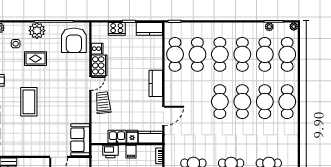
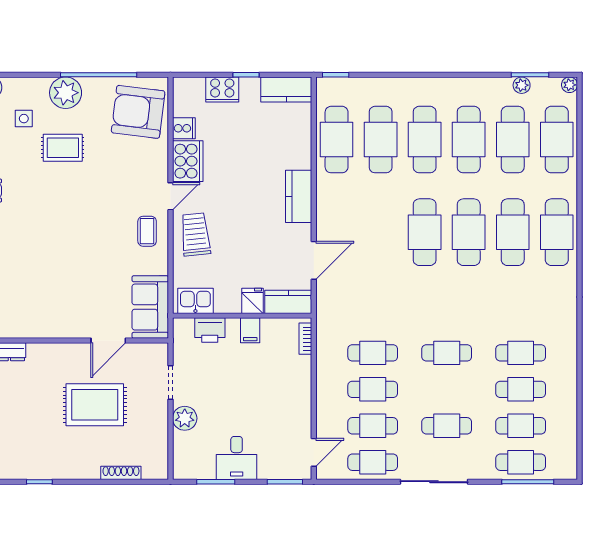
armchair: (74, 40) -> (138, 112), turned 97
coffee table: (29, 102) -> (147, 231), moved, width x0.54, depth x0.58
kitchen sink: (117, 137) -> (195, 301), moved

